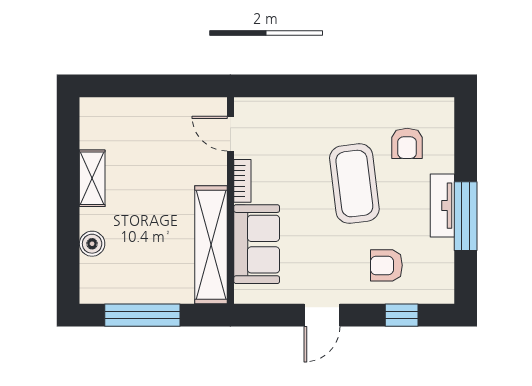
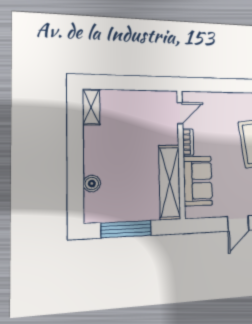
door: (230, 134) -> (180, 113), swing flipped
shelving: (92, 178) -> (91, 107), moved

